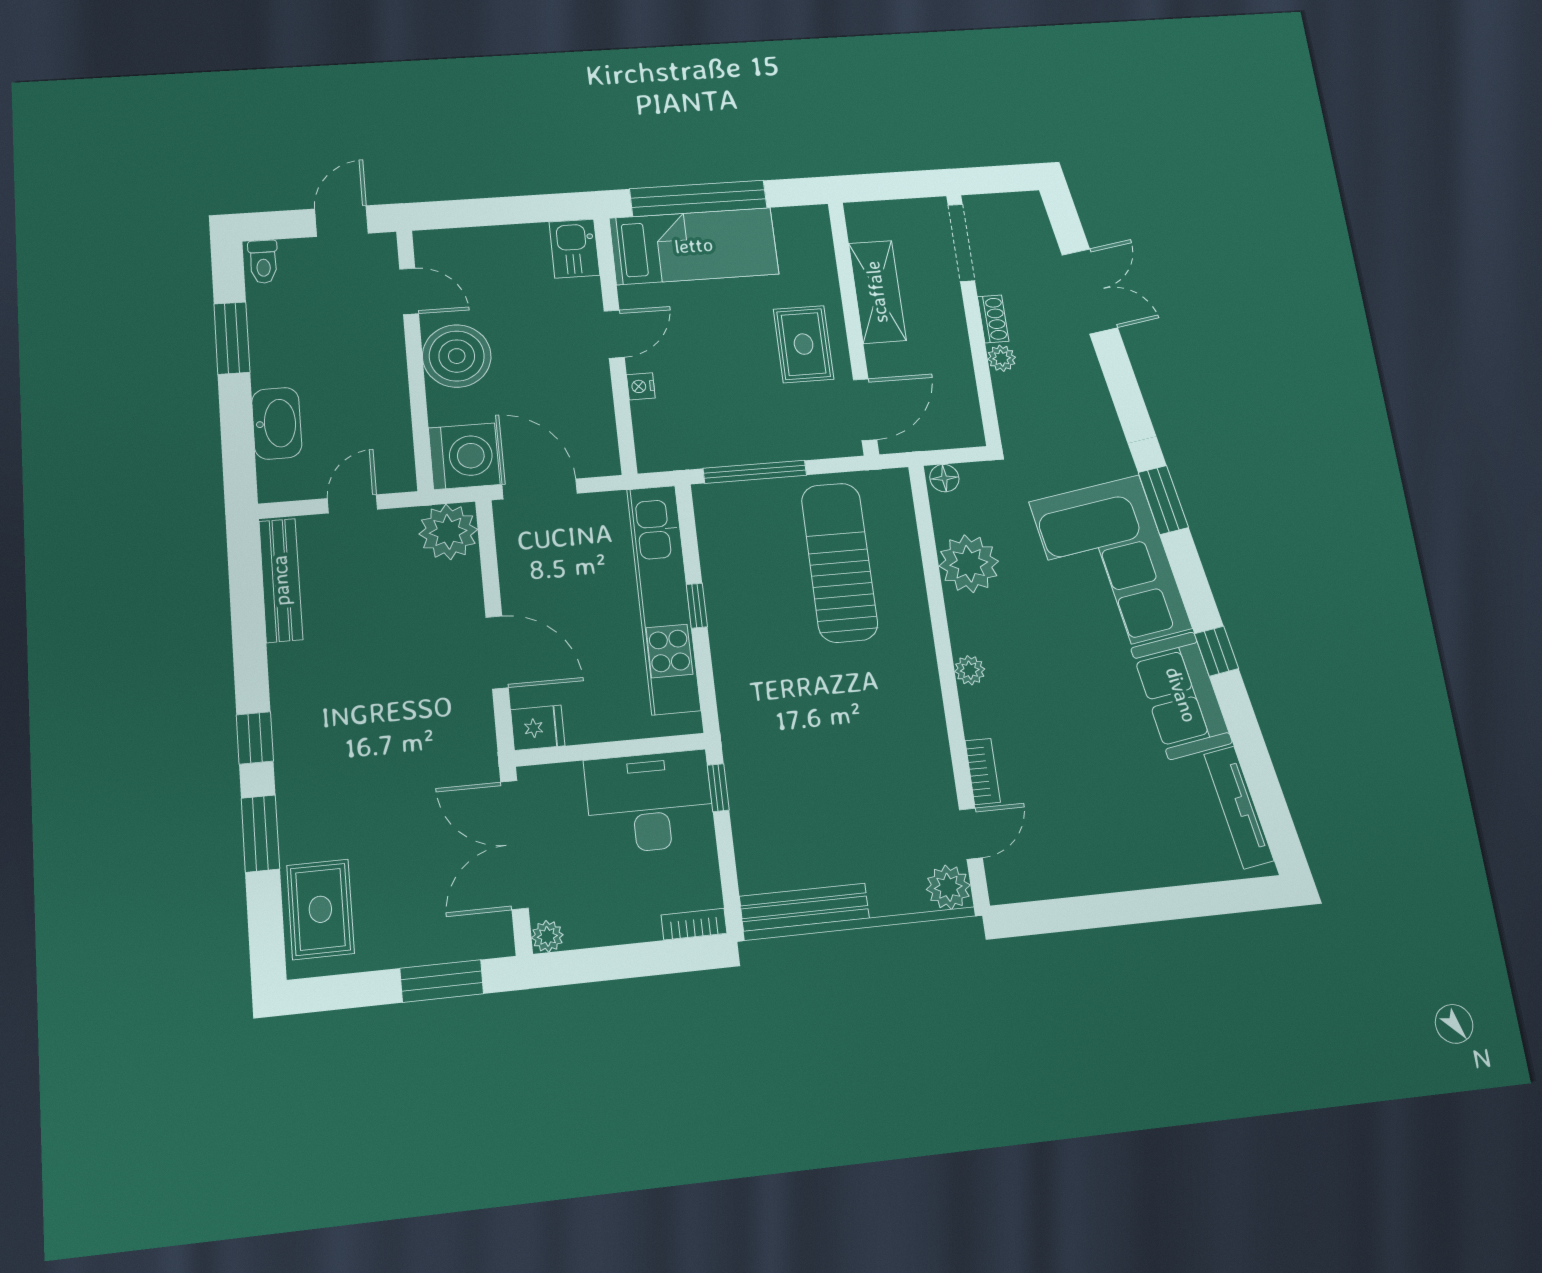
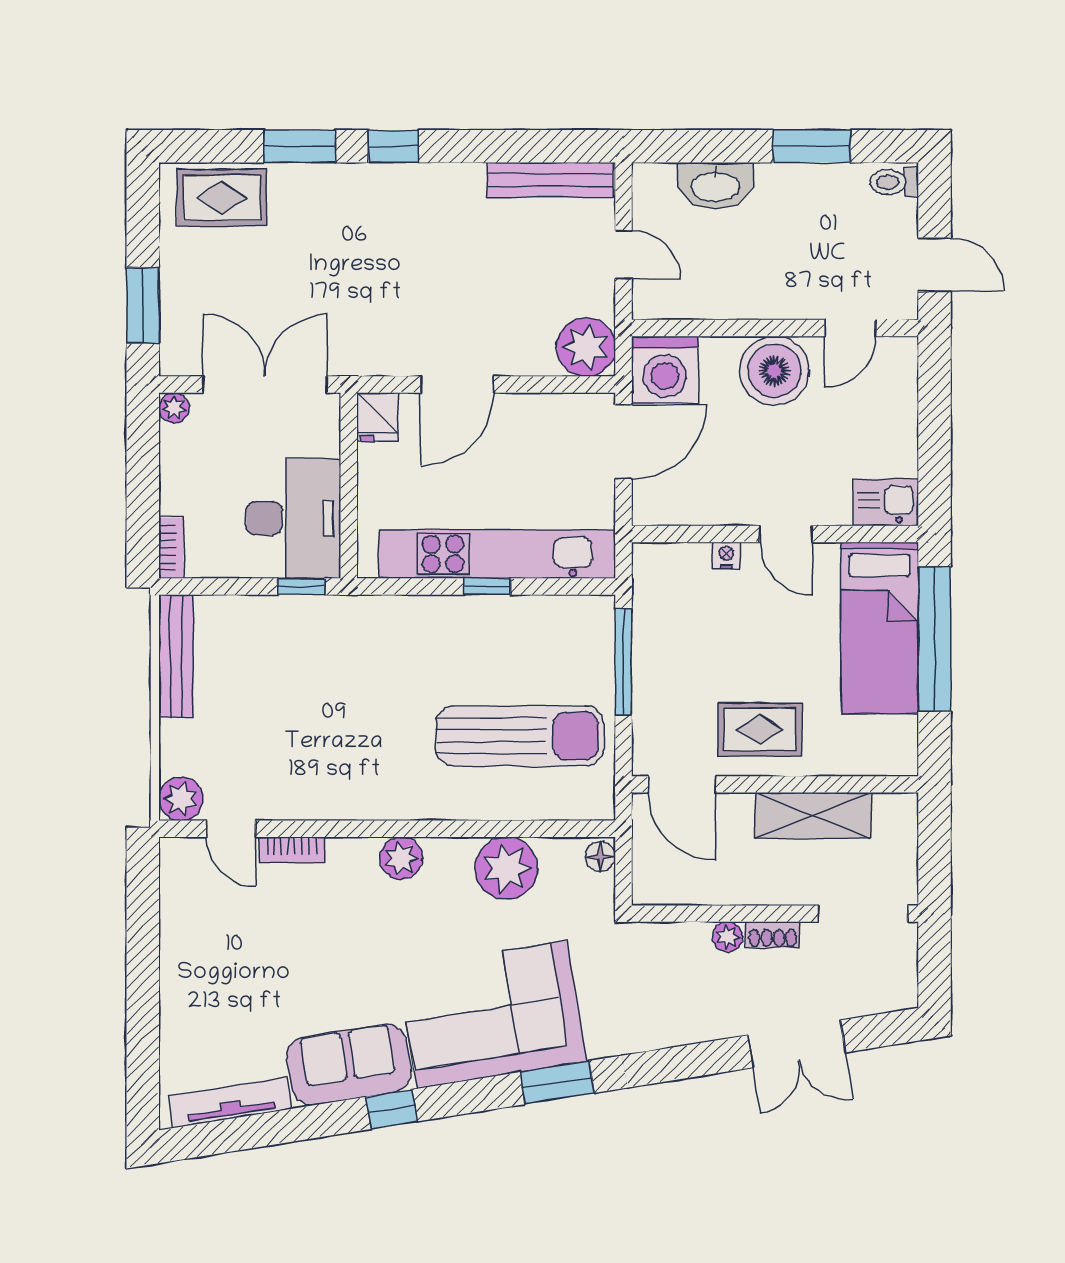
plant: (970, 670) -> (401, 858), width x1.38, depth x1.38

